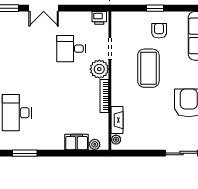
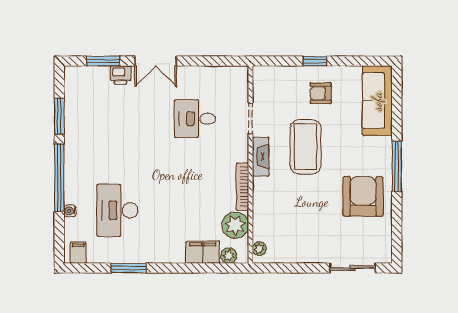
printer: (99, 18) -> (121, 75), moved
armchair: (159, 31) -> (321, 93), turned -90
plant: (99, 69) -> (235, 225), moved
fireplace: (117, 120) -> (261, 157), moved

